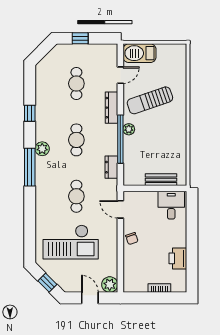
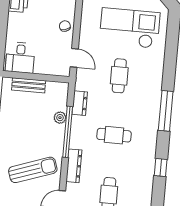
plant: (129, 129) -> (60, 118), moved
cafe table: (76, 140) -> (114, 135), turned 90
plant: (42, 149) -> (151, 129), removed

